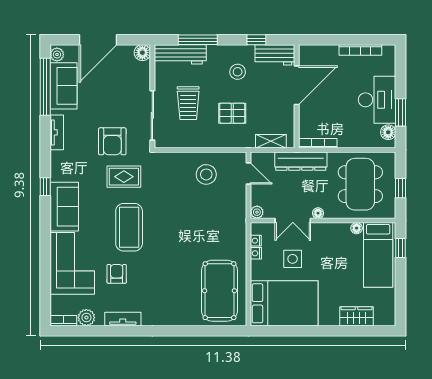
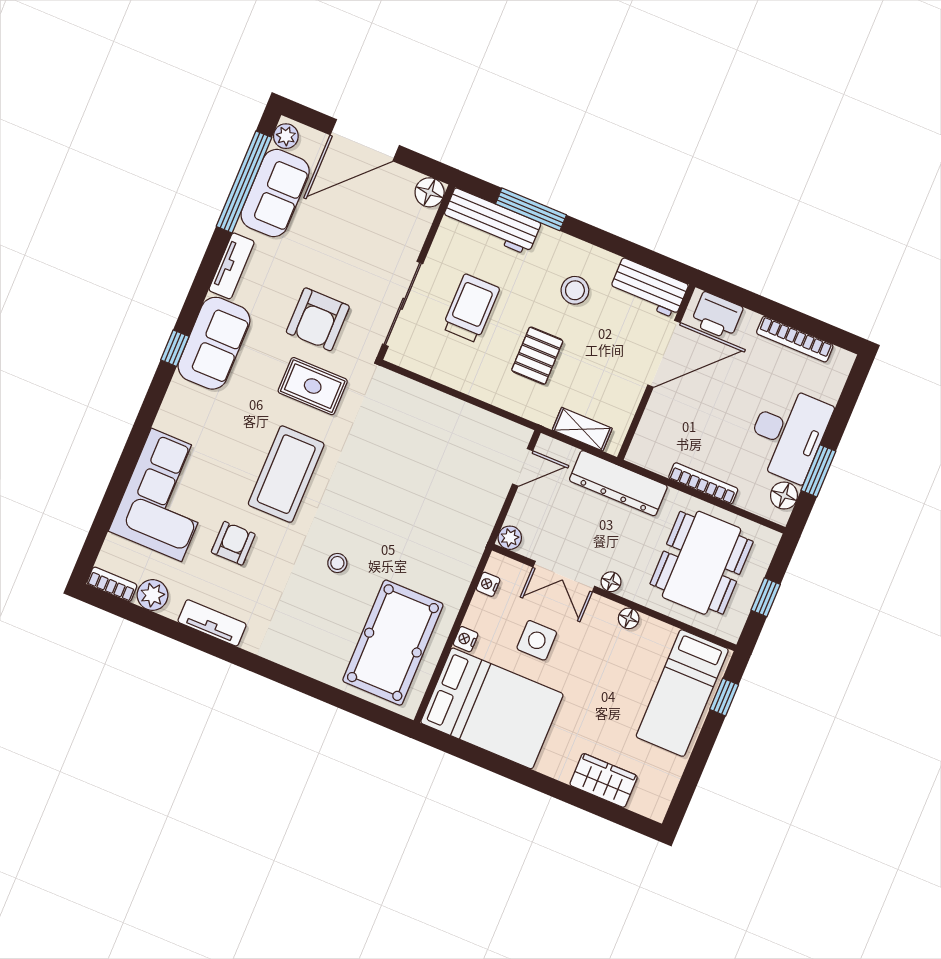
window: (256, 40) -> (629, 250), removed
printer: (316, 55) -> (717, 316), added
trolley: (188, 103) -> (471, 308), turned 180
pallet: (232, 113) -> (537, 356), turned 90
bookcase: (318, 143) -> (703, 483), moved
door: (249, 173) -> (523, 467), hinge flipped
stool: (206, 174) -> (337, 563), moved, width x0.53, depth x0.53
sofa: (64, 207) -> (214, 343), moved
floor lamp: (357, 228) -> (629, 618), moved
nightstand: (256, 253) -> (466, 639), moved

